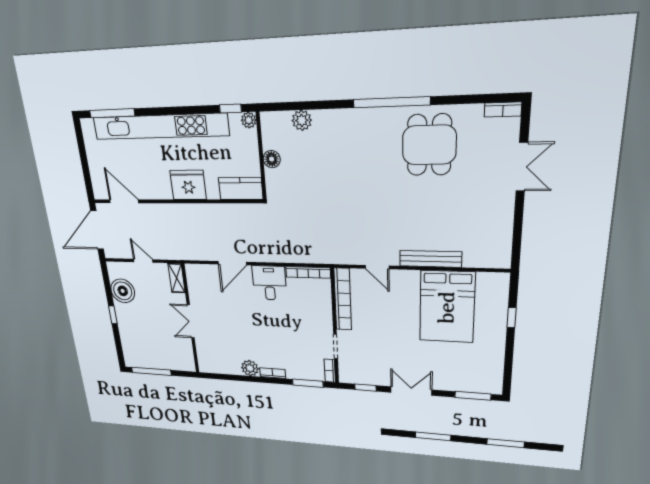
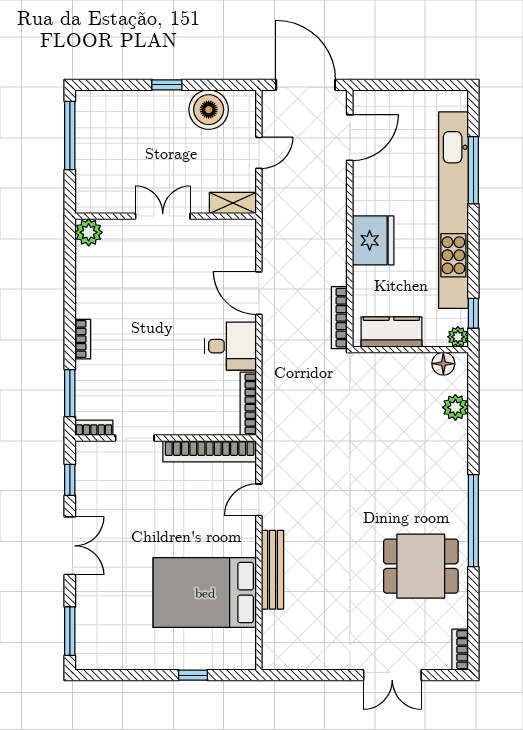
window: (112, 113) -> (473, 170), moved
floor lamp: (272, 159) -> (443, 364), moved
kitchen counter: (241, 189) -> (391, 332), moved, turned -90
bookcase: (243, 209) -> (339, 318), added
plant: (250, 368) -> (89, 232), moved

